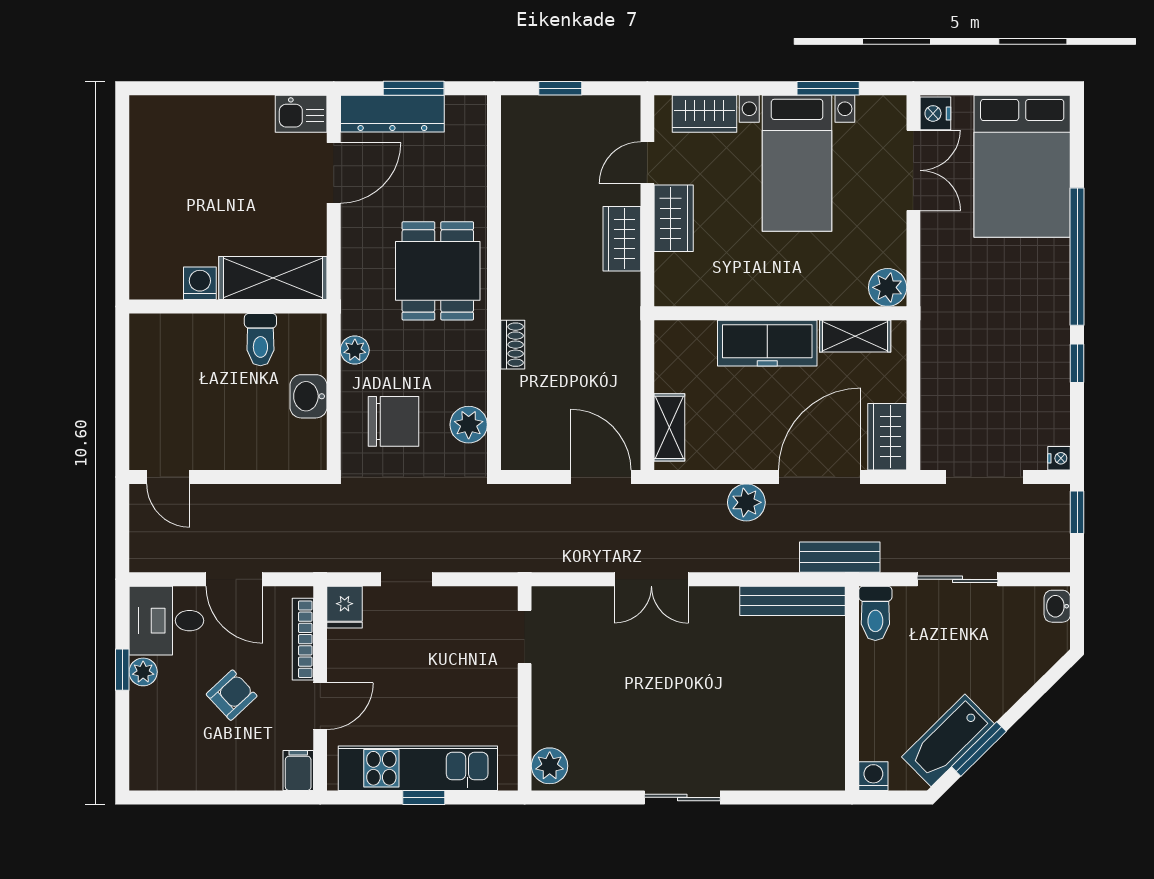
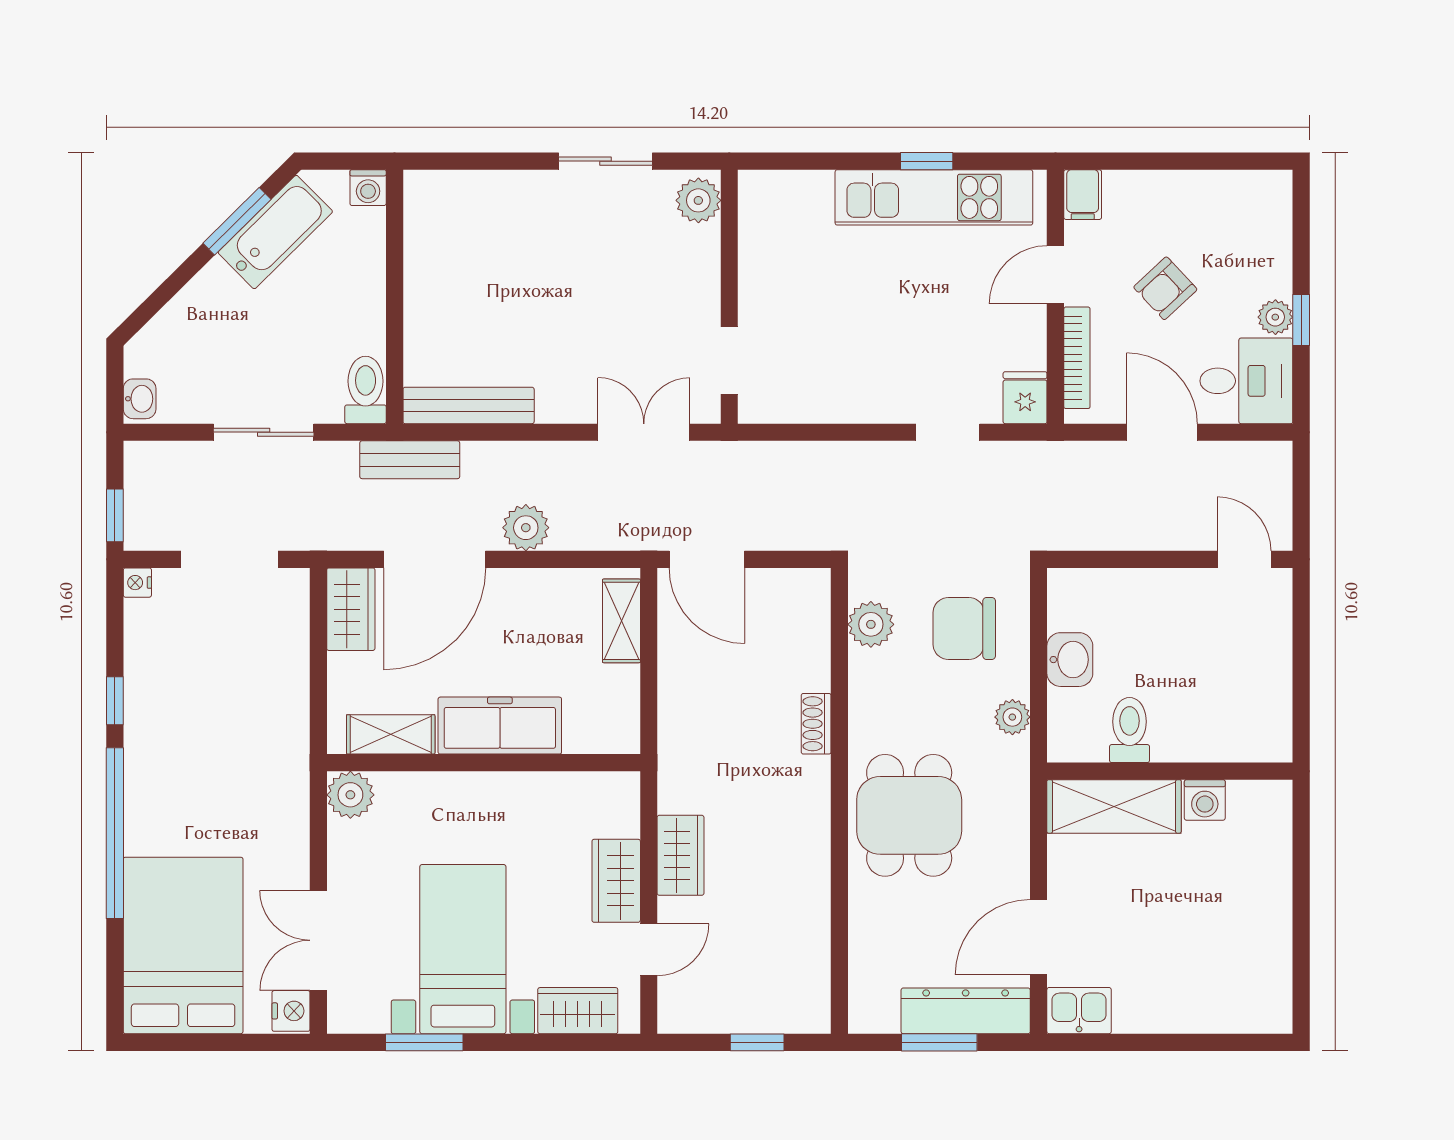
doorway: (525, 637) -> (729, 360), moved
wall: (525, 688) -> (729, 297), moved
plant: (550, 766) -> (698, 200), moved

